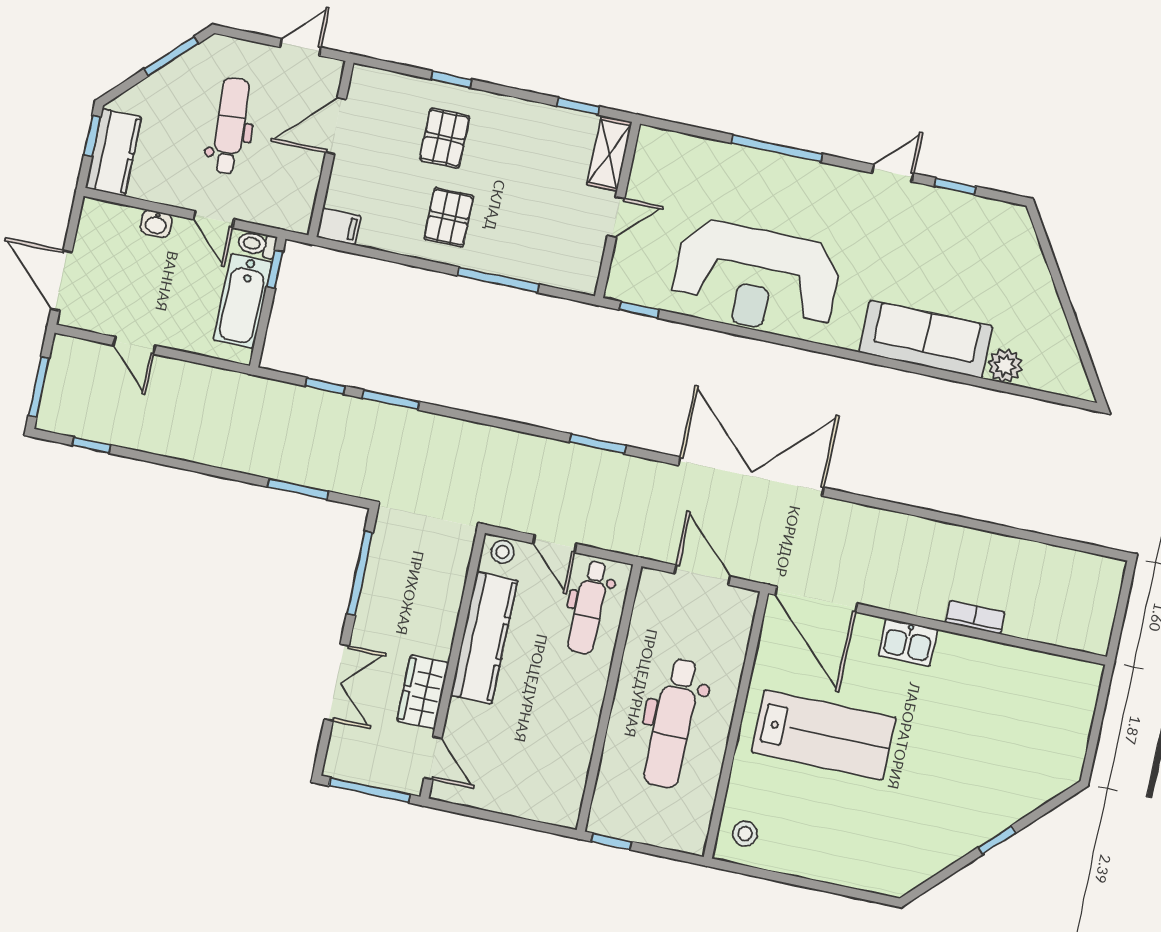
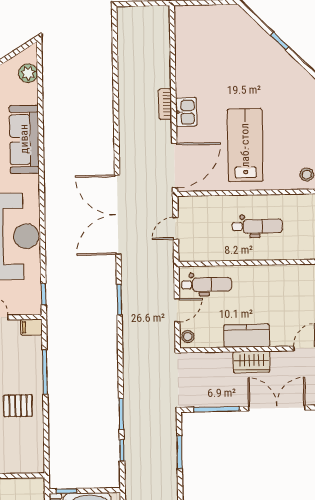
filing cabinet: (339, 226) -> (31, 327), moved, turned -90
plant: (1005, 366) -> (28, 73), moved
door: (702, 575) -> (176, 228), width x0.73
bookcase: (975, 617) -> (165, 104), moved
kitchen counter: (484, 638) -> (247, 336), width x0.67
double door: (337, 682) -> (277, 408), width x1.37
wardrobe: (423, 692) -> (251, 362), moved
dental chair: (673, 723) -> (257, 226), width x0.73, depth x0.72

